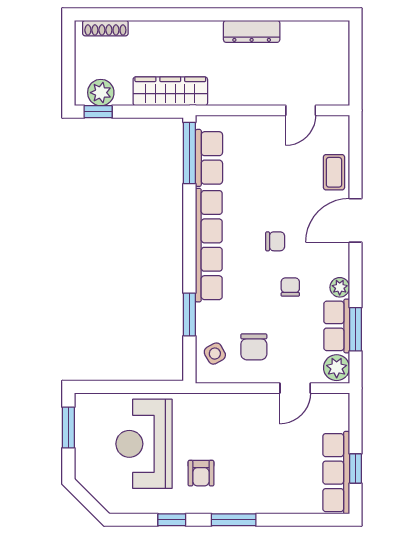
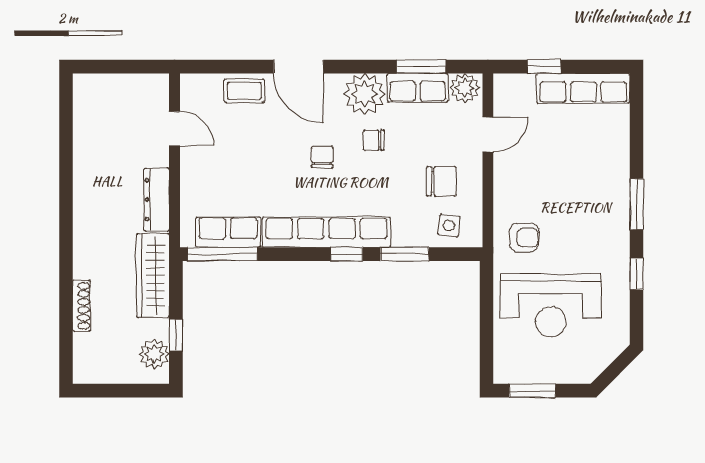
shoe rack: (105, 28) -> (81, 306), moved
dresser: (252, 31) -> (157, 200), moved, turned 180
window: (98, 112) -> (176, 335), moved
window: (189, 263) -> (347, 254), added
plant: (340, 287) -> (364, 94), width x1.87, depth x1.87
side table: (215, 354) -> (449, 225), turned 37
door: (295, 388) -> (488, 135), hinge flipped
window: (355, 468) -> (544, 67), moved
armchair: (201, 473) -> (524, 238), moved

